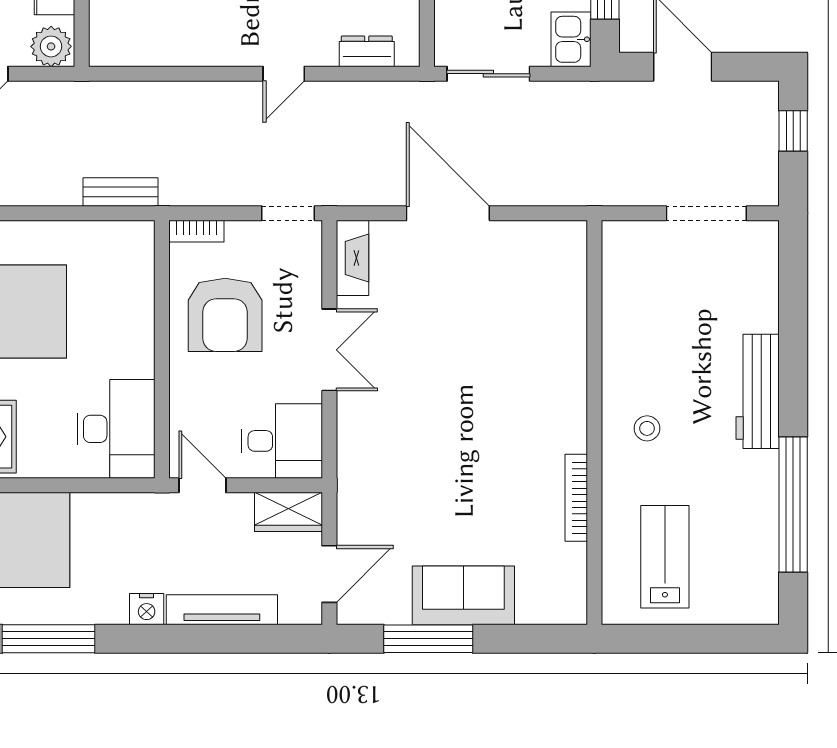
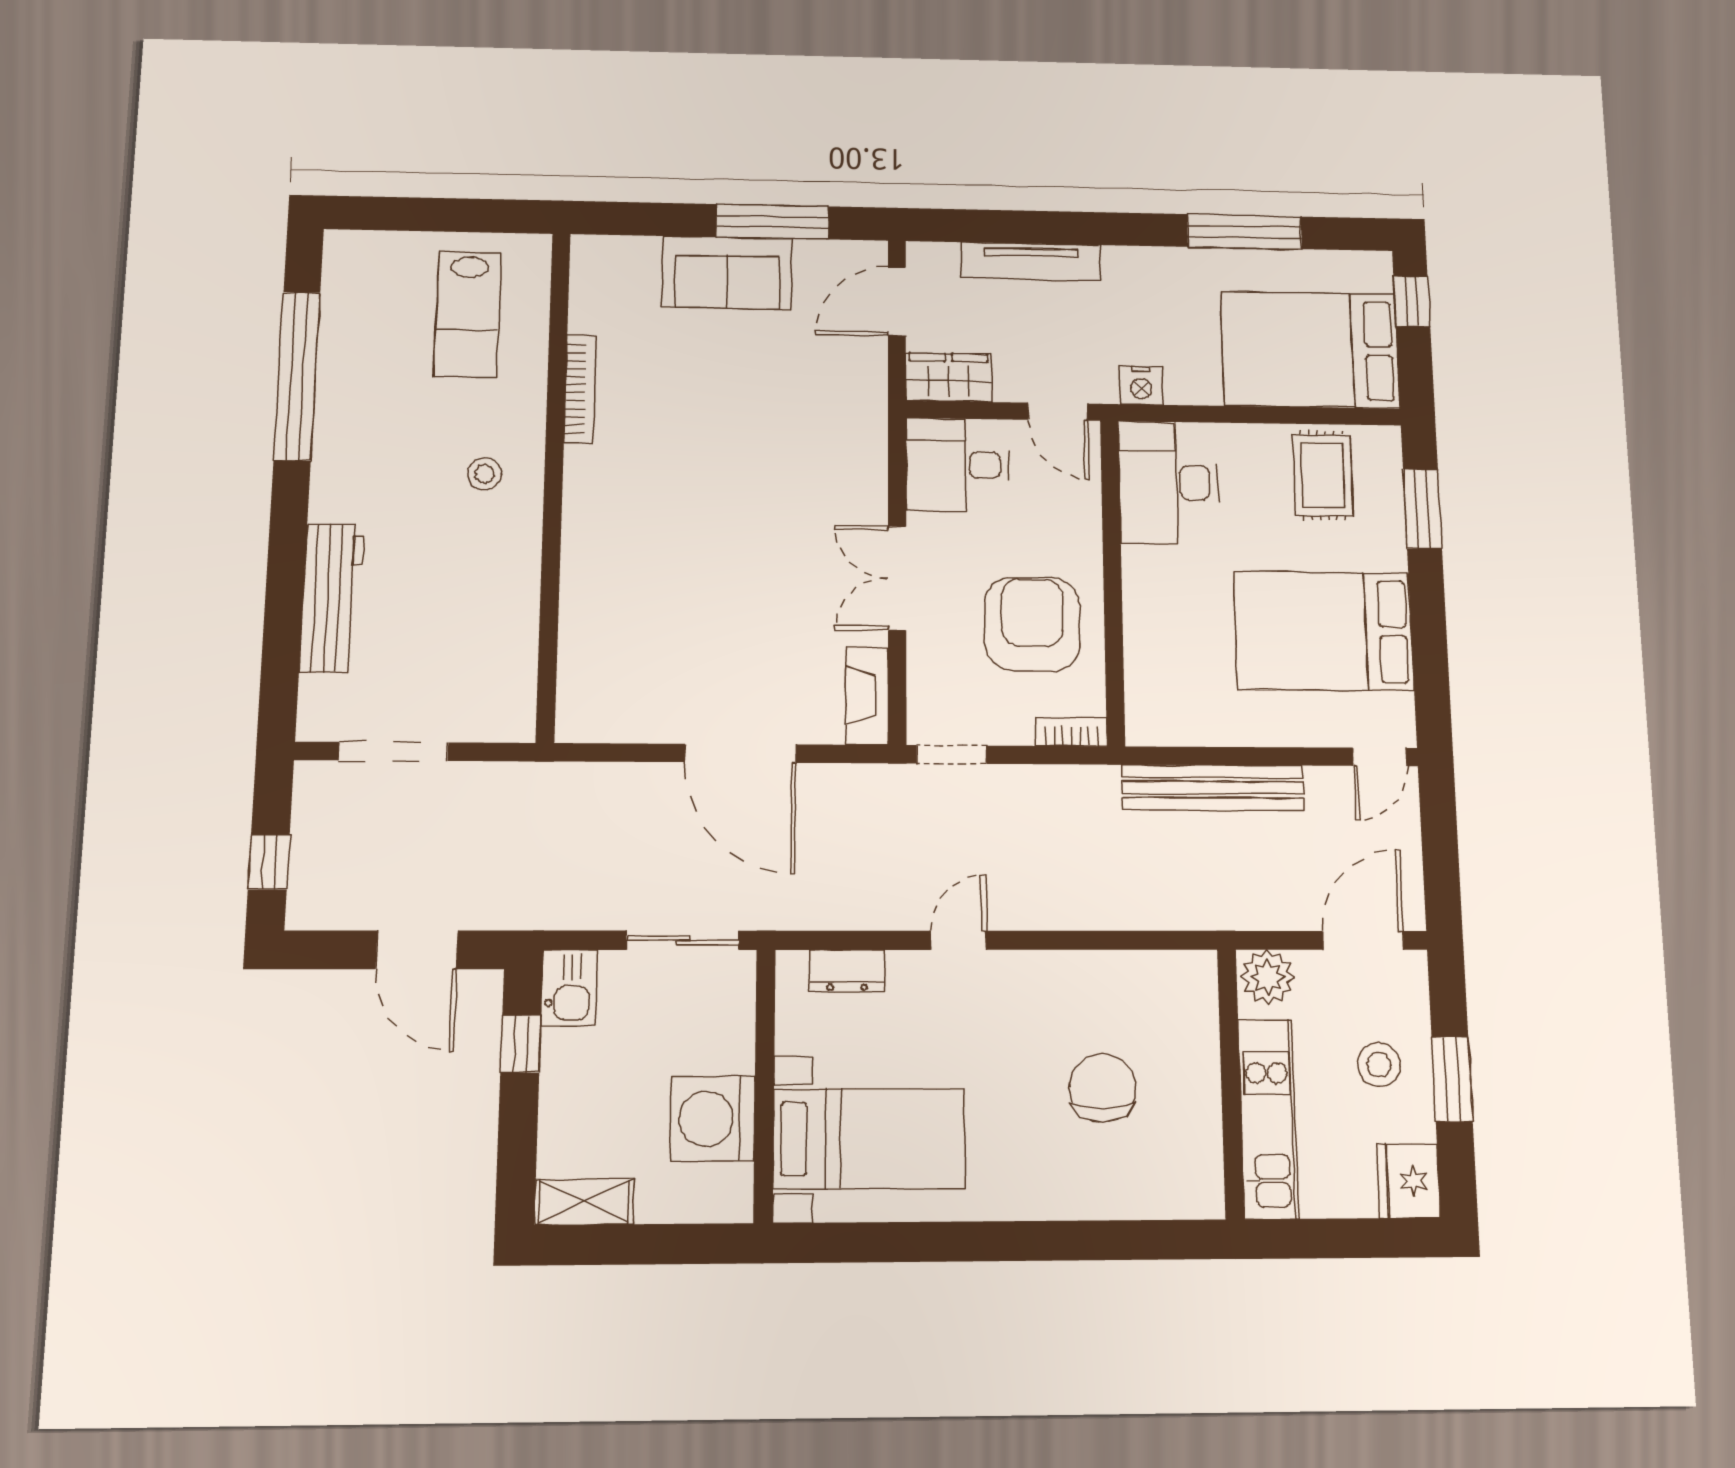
bench: (121, 192) -> (1213, 788), width x1.86, depth x1.21
workbench: (758, 391) -> (332, 598), moved
nightstand: (147, 609) -> (1141, 385), moved, turned 180

